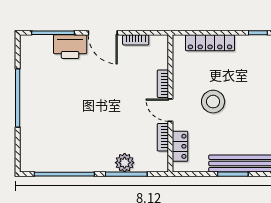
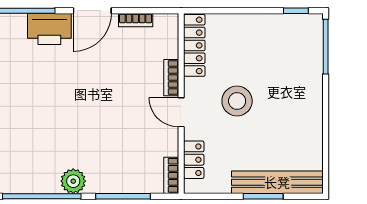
door: (103, 33) -> (92, 11), hinge flipped
locker: (210, 43) -> (194, 45), moved, turned -90
bookcase: (163, 137) -> (171, 175), moved
plant: (125, 163) -> (73, 181), moved

